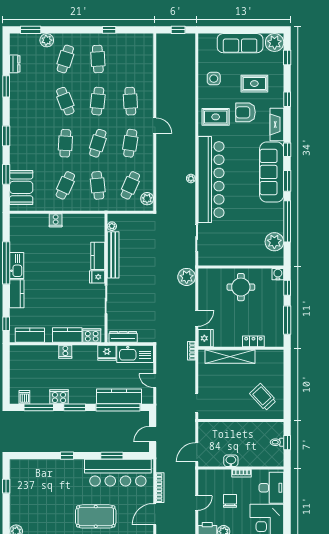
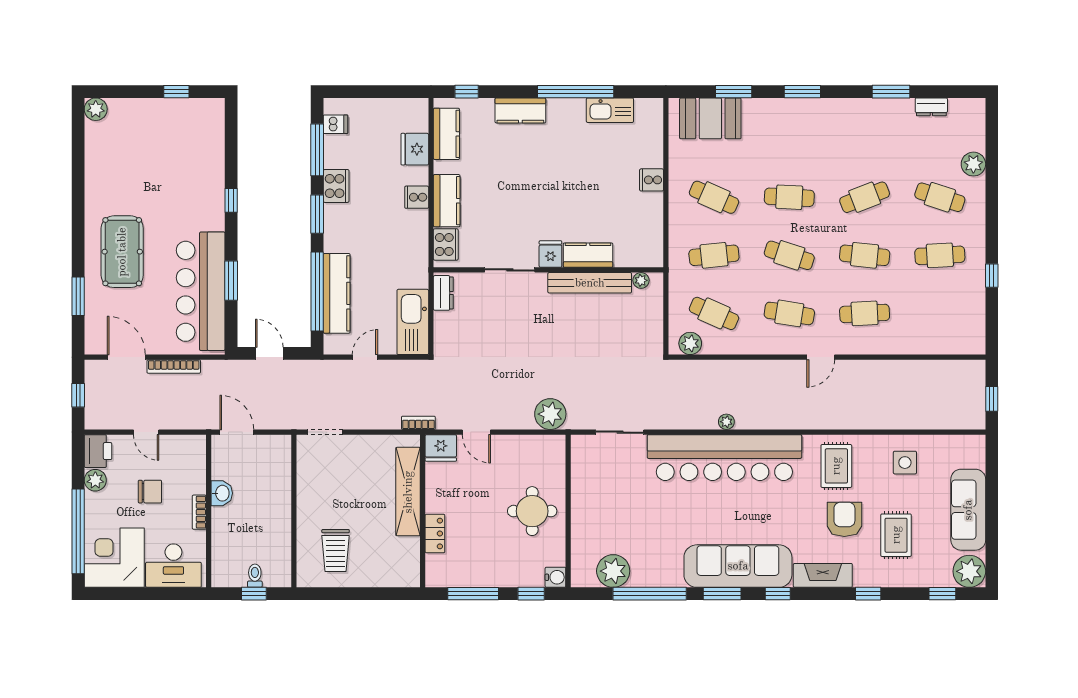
window: (31, 30) -> (992, 135), removed
kitchen sink: (17, 266) -> (610, 110), moved
dresser: (123, 337) -> (443, 293), width x0.70
fridge: (107, 353) -> (415, 149), moved
trolley: (263, 397) -> (336, 551), turned 133

